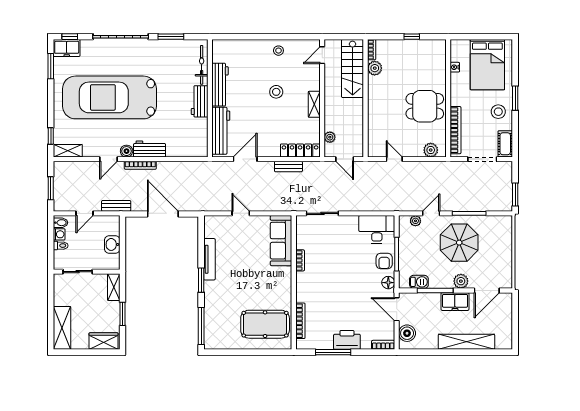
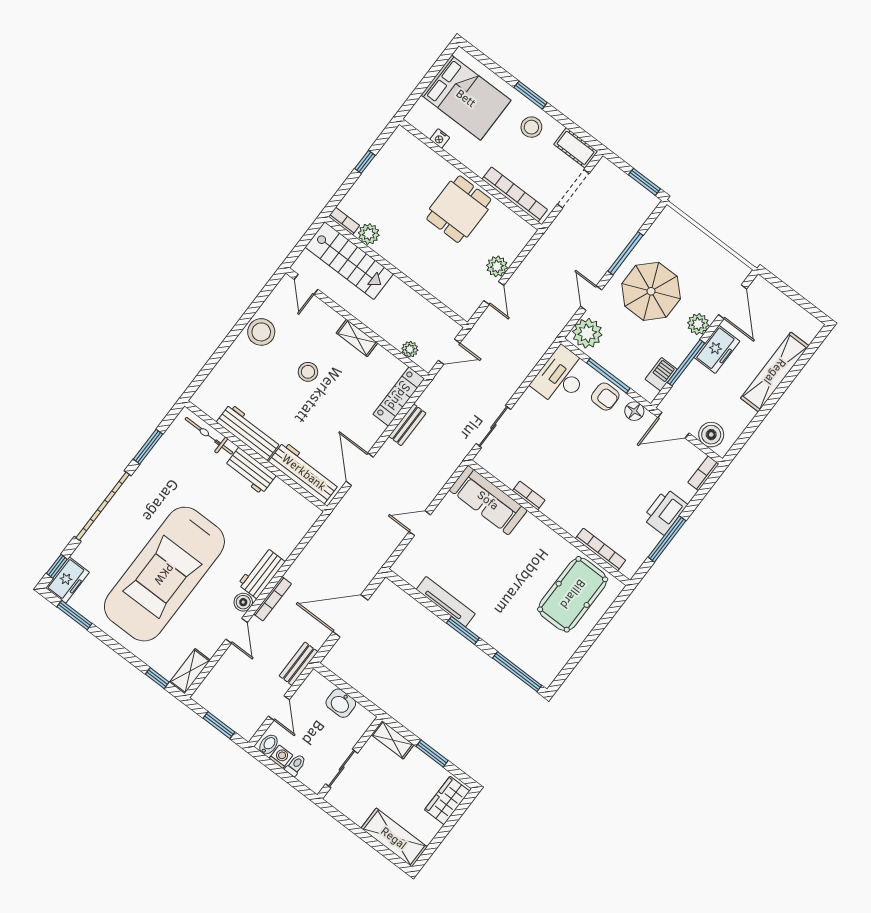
stool: (278, 51) -> (261, 332), width x1.89, depth x1.89
plant: (431, 150) -> (497, 266), moved
door: (394, 159) -> (494, 293), swing flipped
plant: (415, 221) -> (587, 333), width x1.87, depth x1.87

